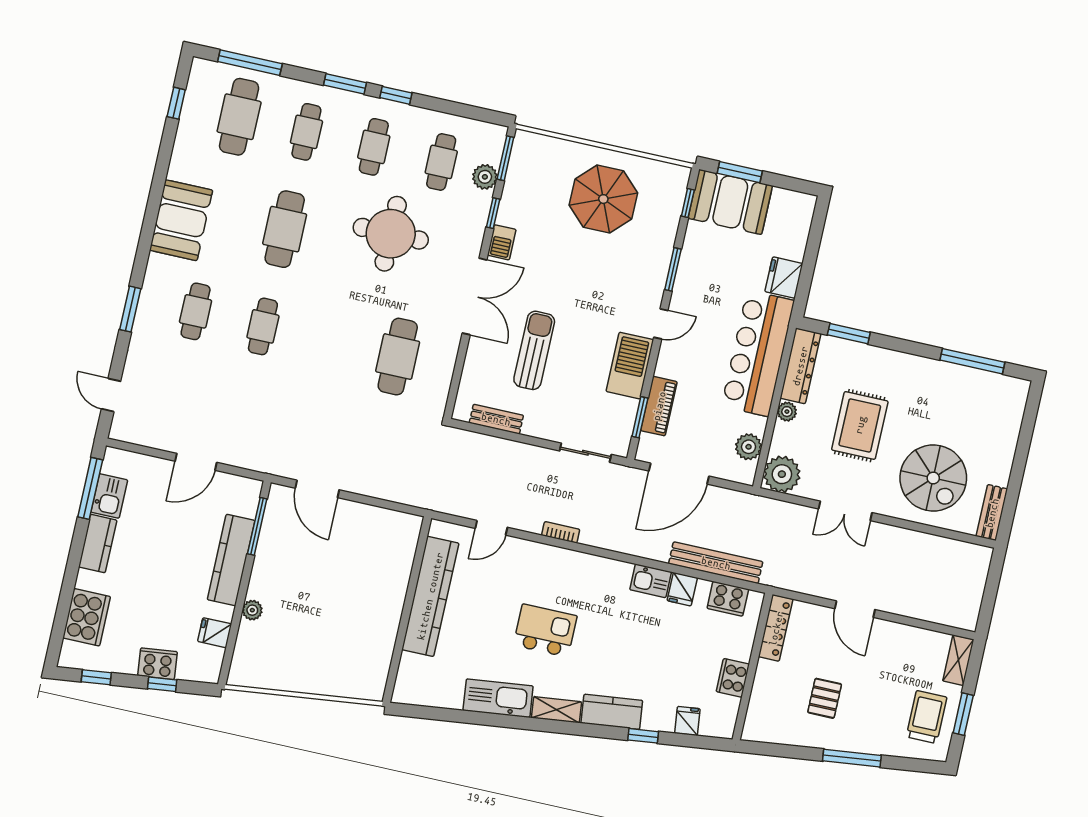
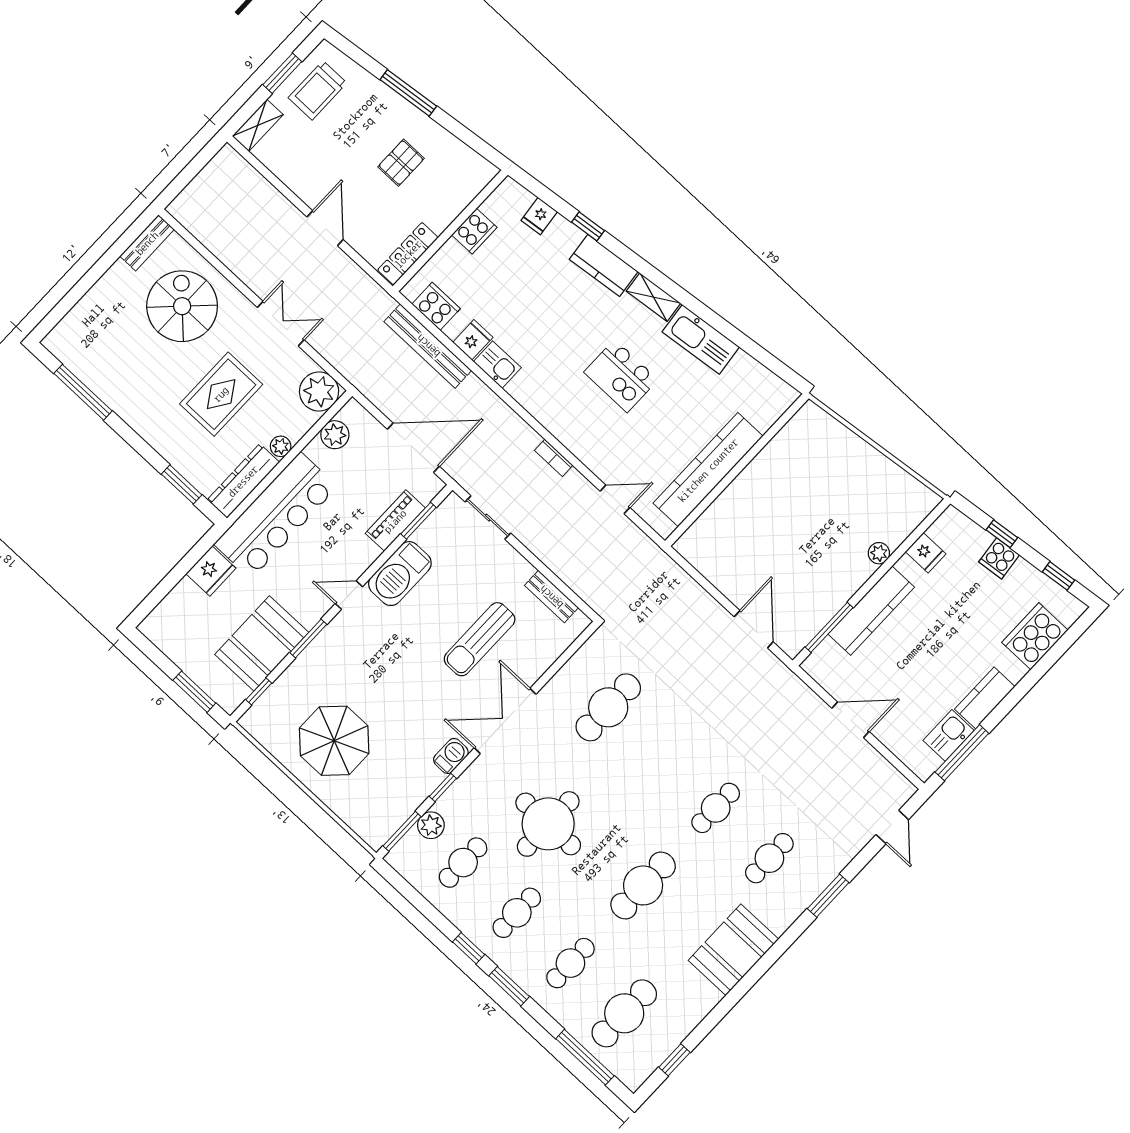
booth: (730, 202) -> (262, 643), moved, turned 90
cooker: (158, 664) -> (999, 558), width x0.73

